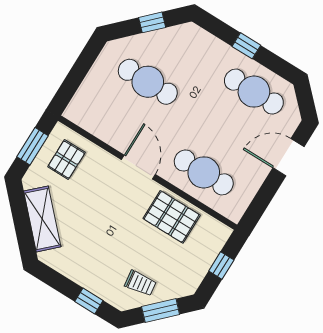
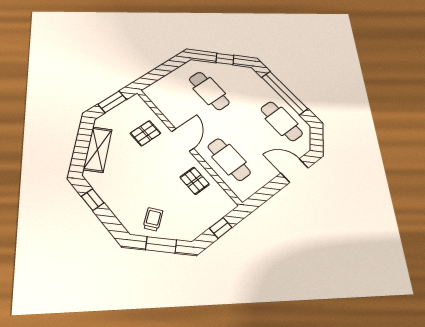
window: (246, 46) -> (285, 93), width x3.17
pallet: (66, 160) -> (145, 133), moved
pallet: (172, 217) -> (195, 181), width x0.67, depth x0.71
trolley: (140, 283) -> (153, 219), turned -120
window: (89, 301) -> (93, 200), moved

